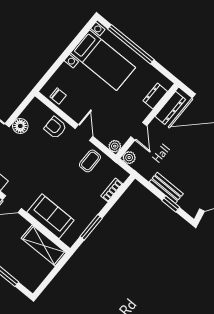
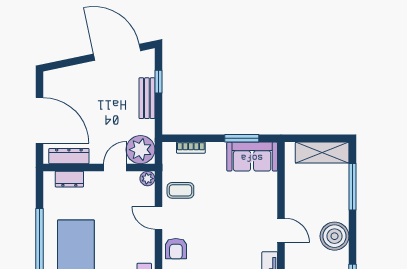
door: (84, 133) -> (158, 218), hinge flipped
plant: (129, 158) -> (141, 150), width x1.88, depth x1.88
sofa: (50, 216) -> (252, 157), moved, turned -90
shelving: (44, 246) -> (322, 153), moved, turned 90

